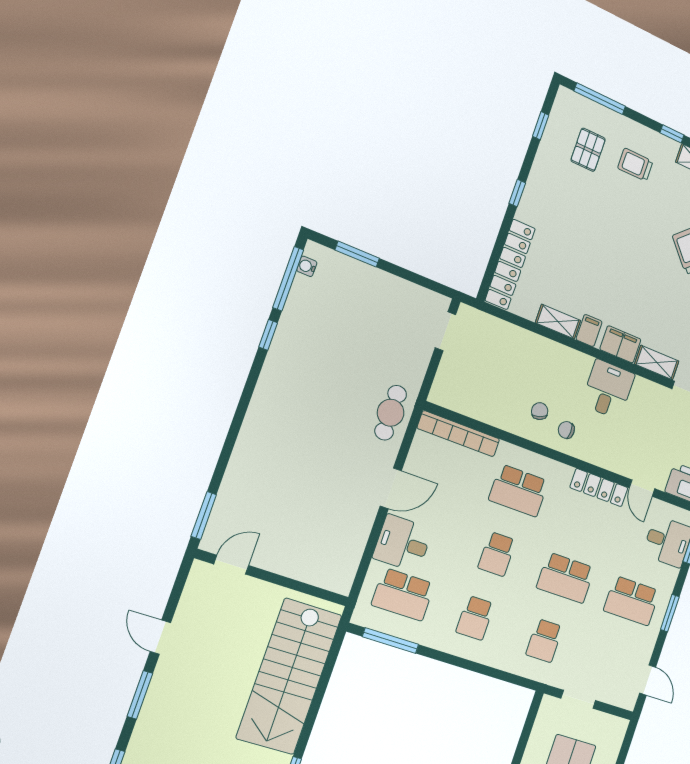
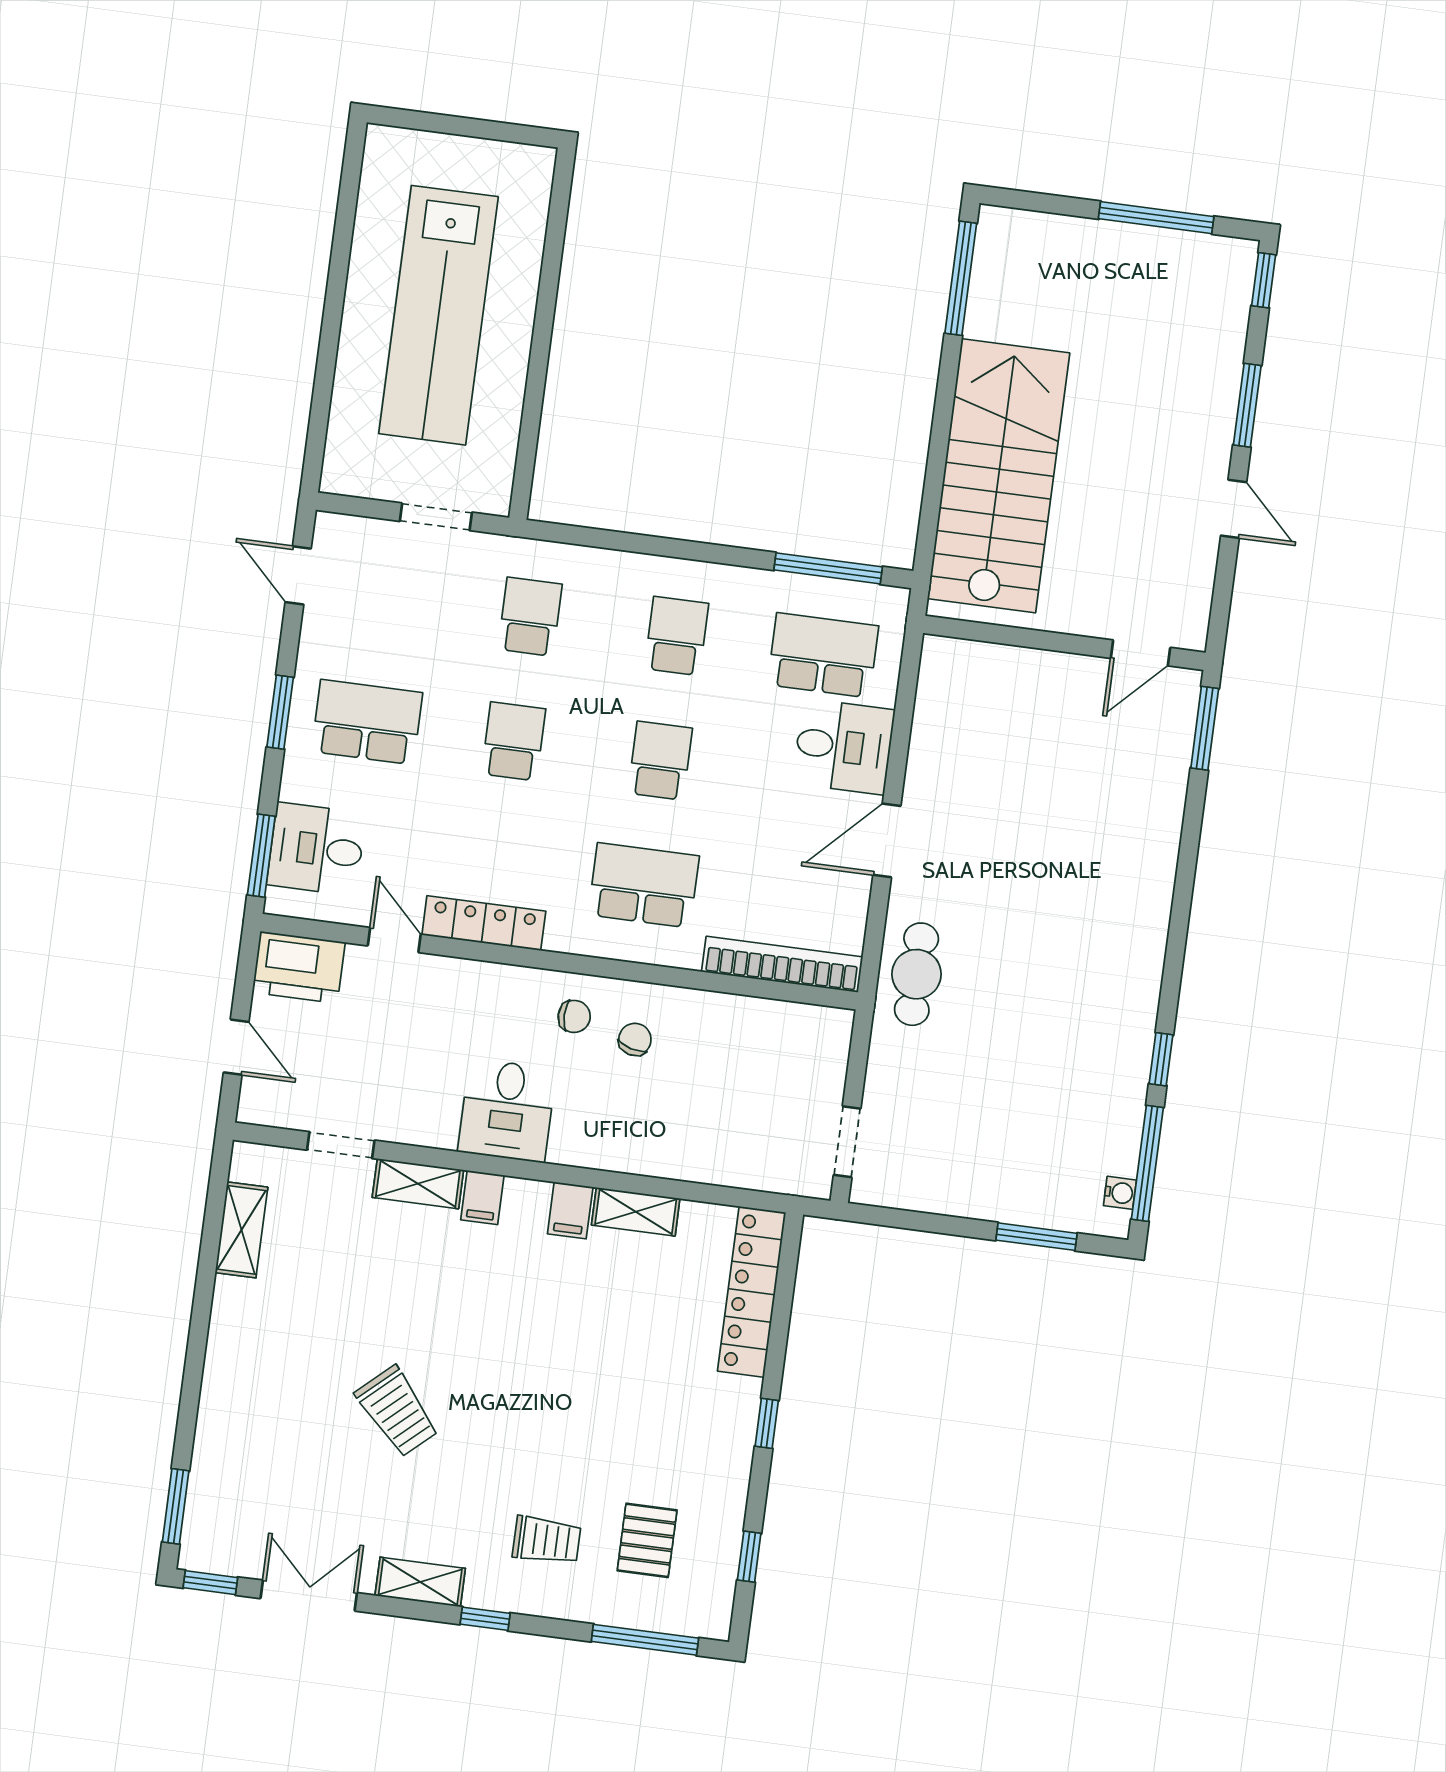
filing cabinet: (620, 344) -> (482, 1198), width x0.50
chair: (540, 411) -> (635, 1039), turned -147
school desk: (566, 578) -> (514, 741), width x0.54

